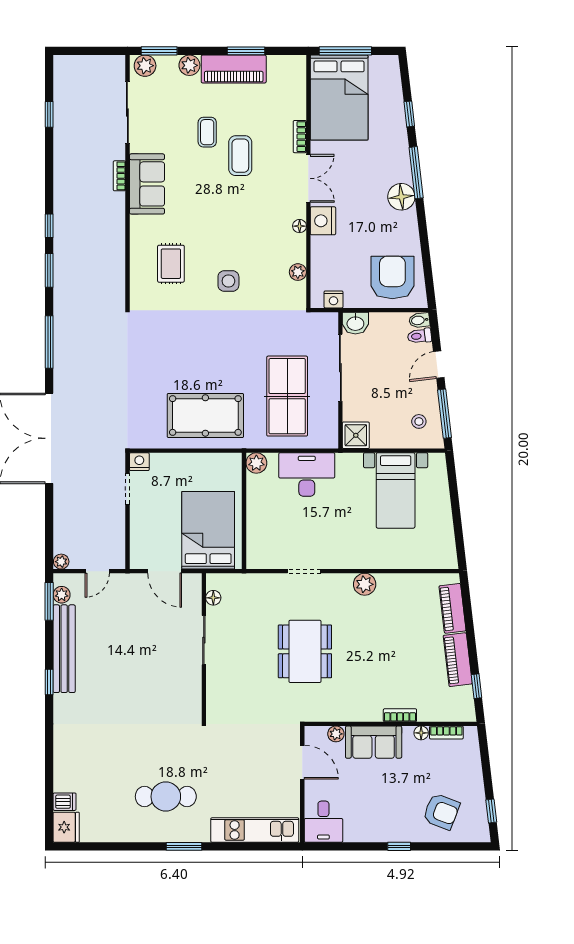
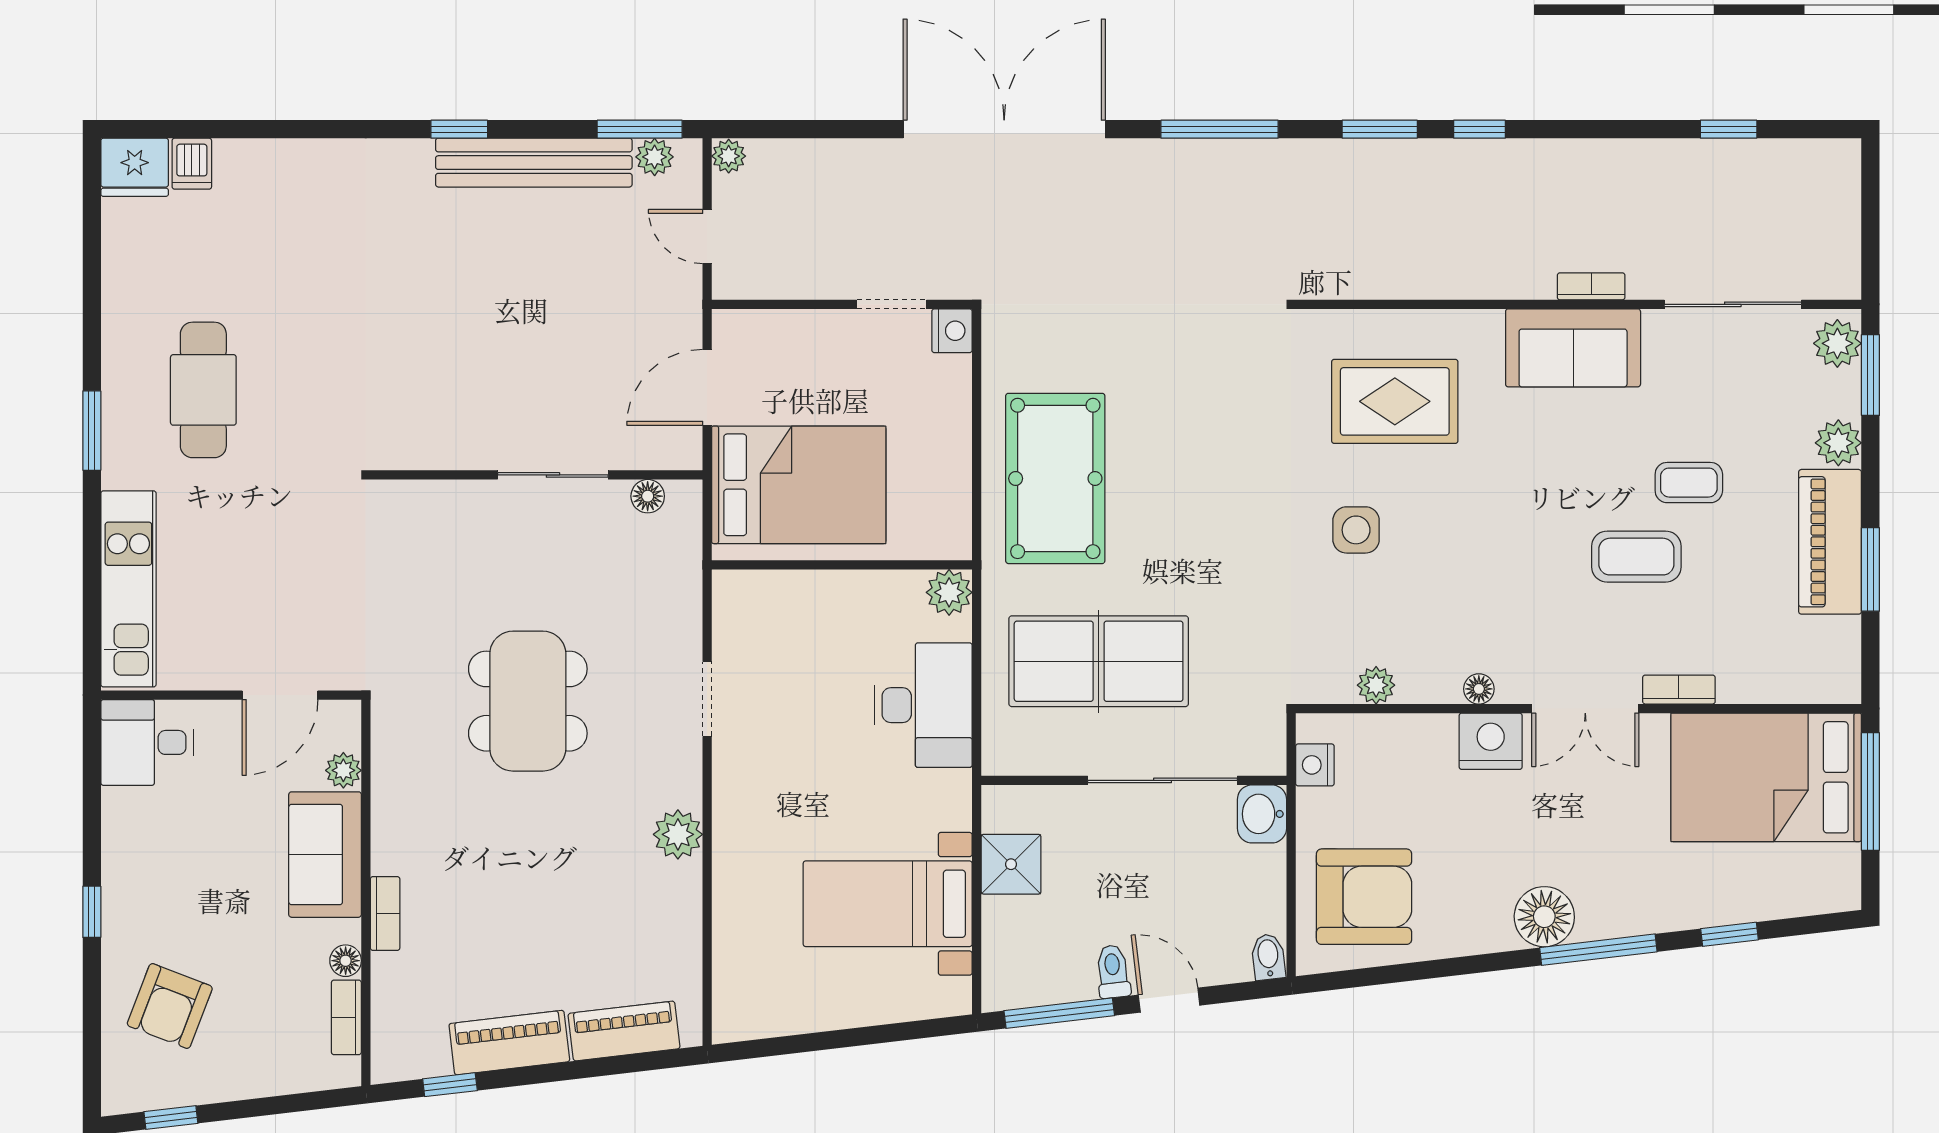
rug: (171, 264) -> (1395, 401), width x1.36, depth x1.43
toilet: (420, 336) -> (1113, 971), moved
stool: (419, 421) -> (1042, 956), removed
shower: (356, 435) -> (1011, 864), moved
dining table: (305, 651) -> (528, 701), turned 90

